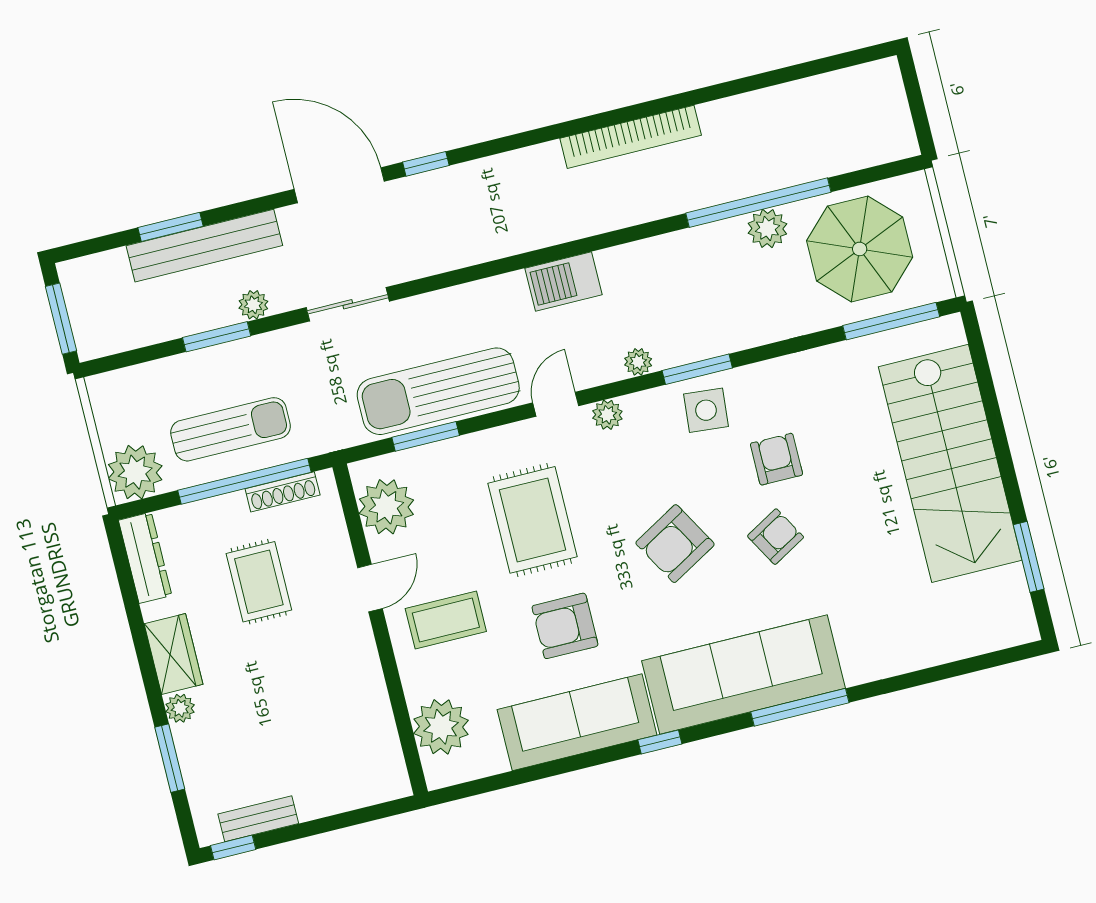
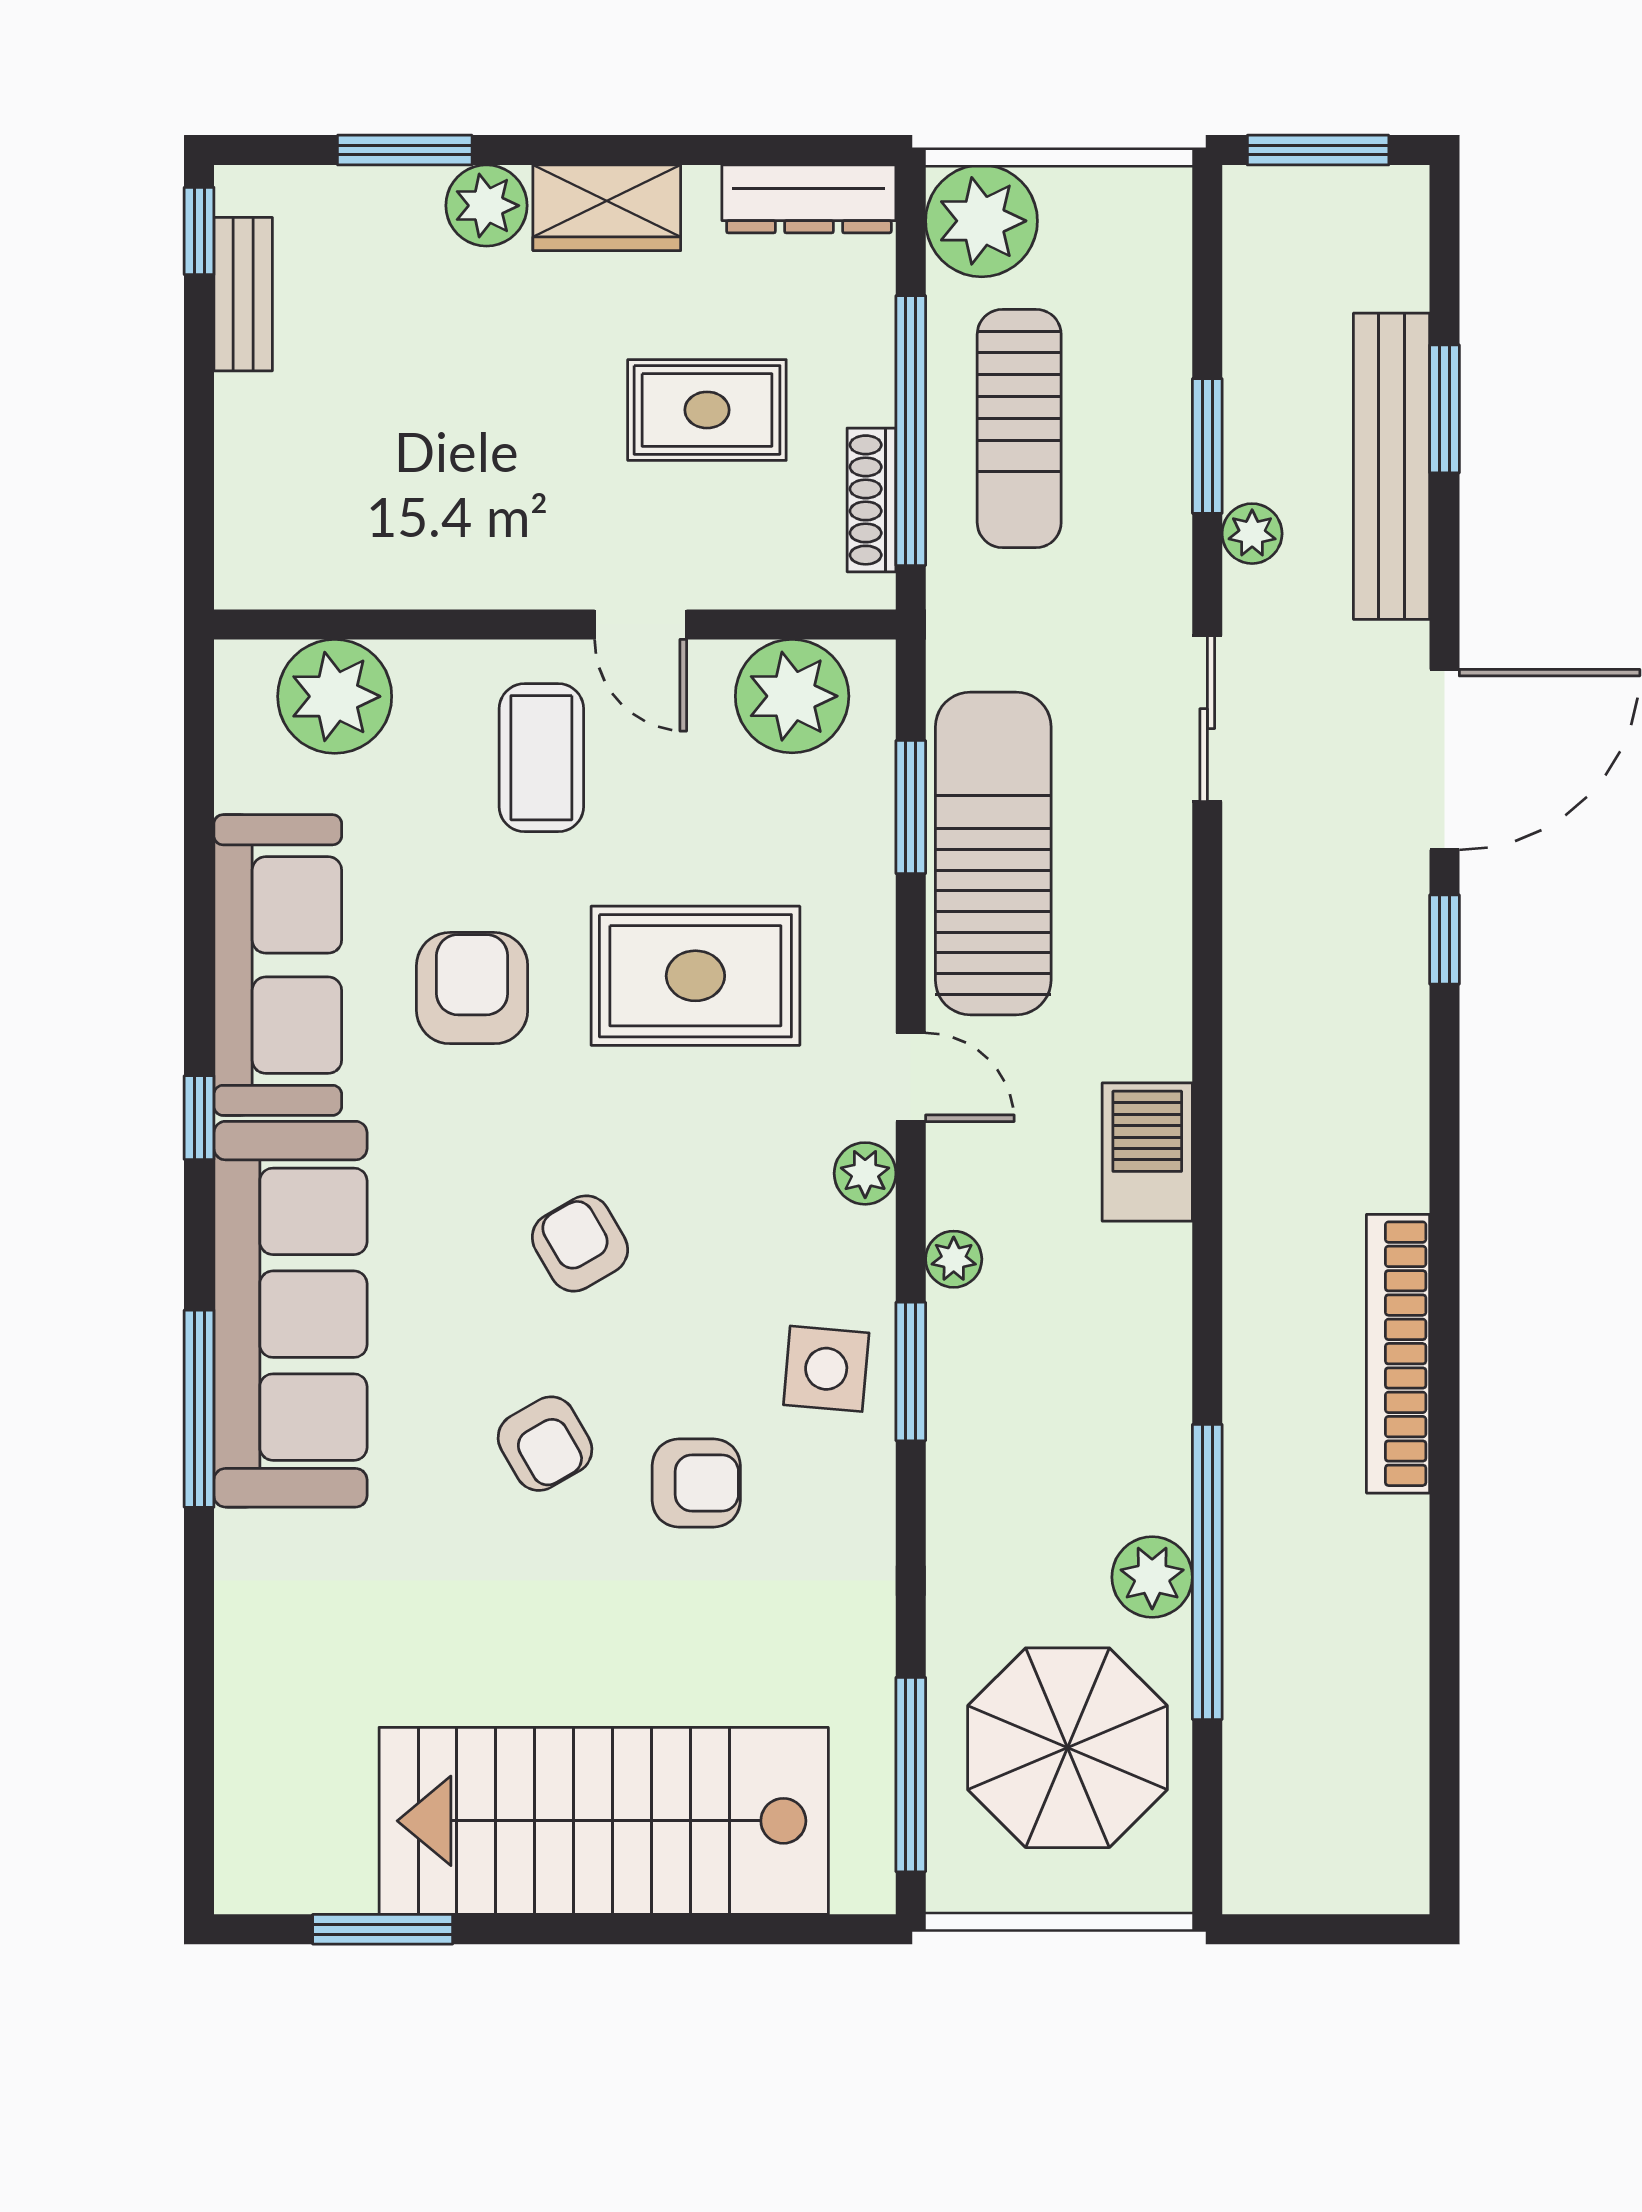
armchair: (675, 544) -> (580, 1243), width x0.72, depth x0.72
plant: (180, 708) -> (486, 206), width x1.38, depth x1.38

